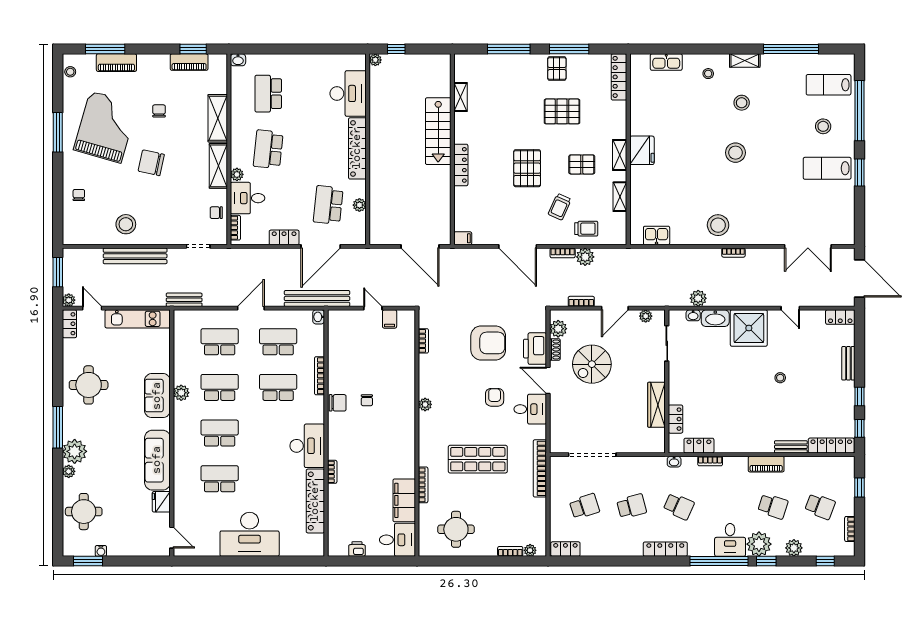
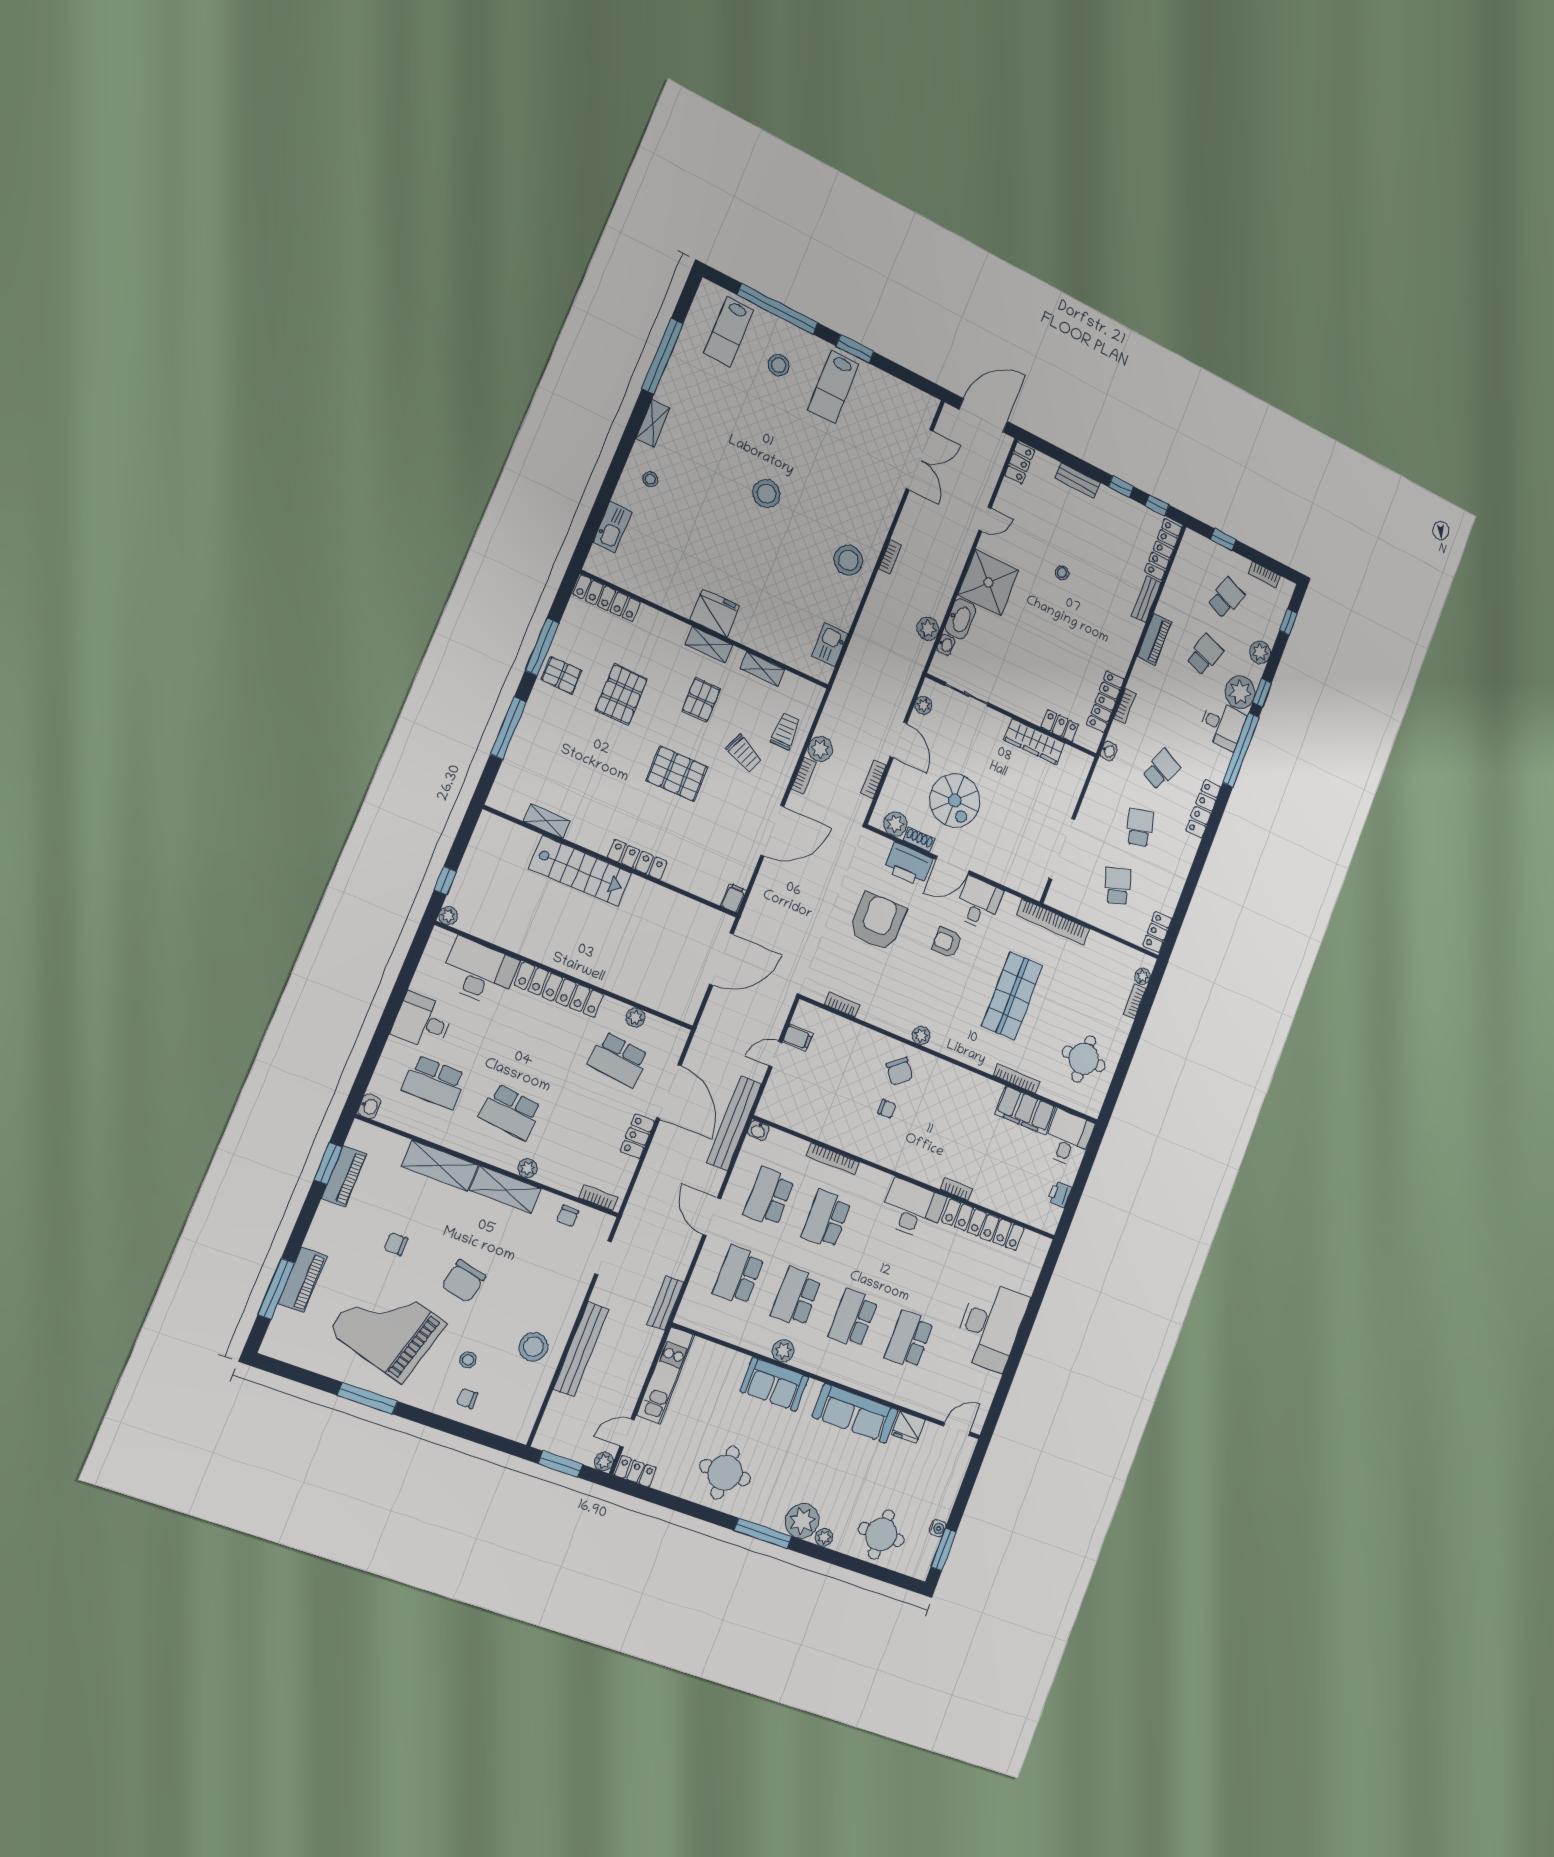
stool: (70, 72) -> (468, 1360), moved
stool: (742, 103) -> (706, 454), removed
desk: (247, 198) -> (422, 1021), moved, turned 90
chair: (338, 403) -> (899, 1071), moved, turned 142
locker: (699, 446) -> (1105, 702), width x1.53

